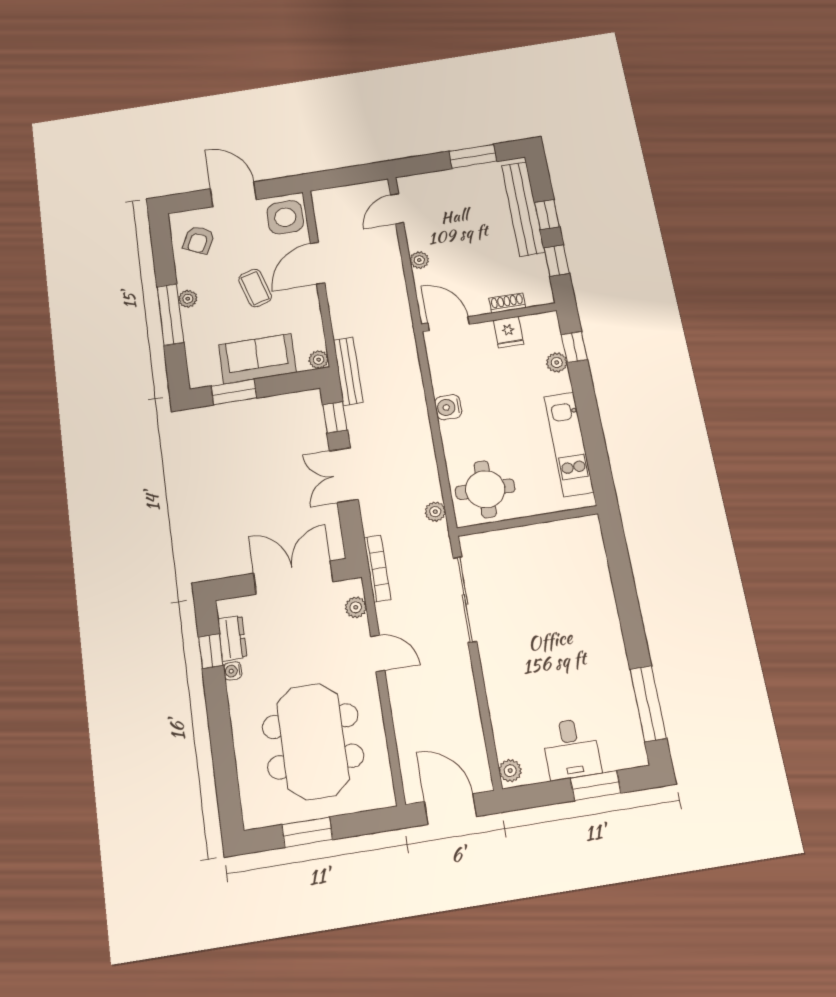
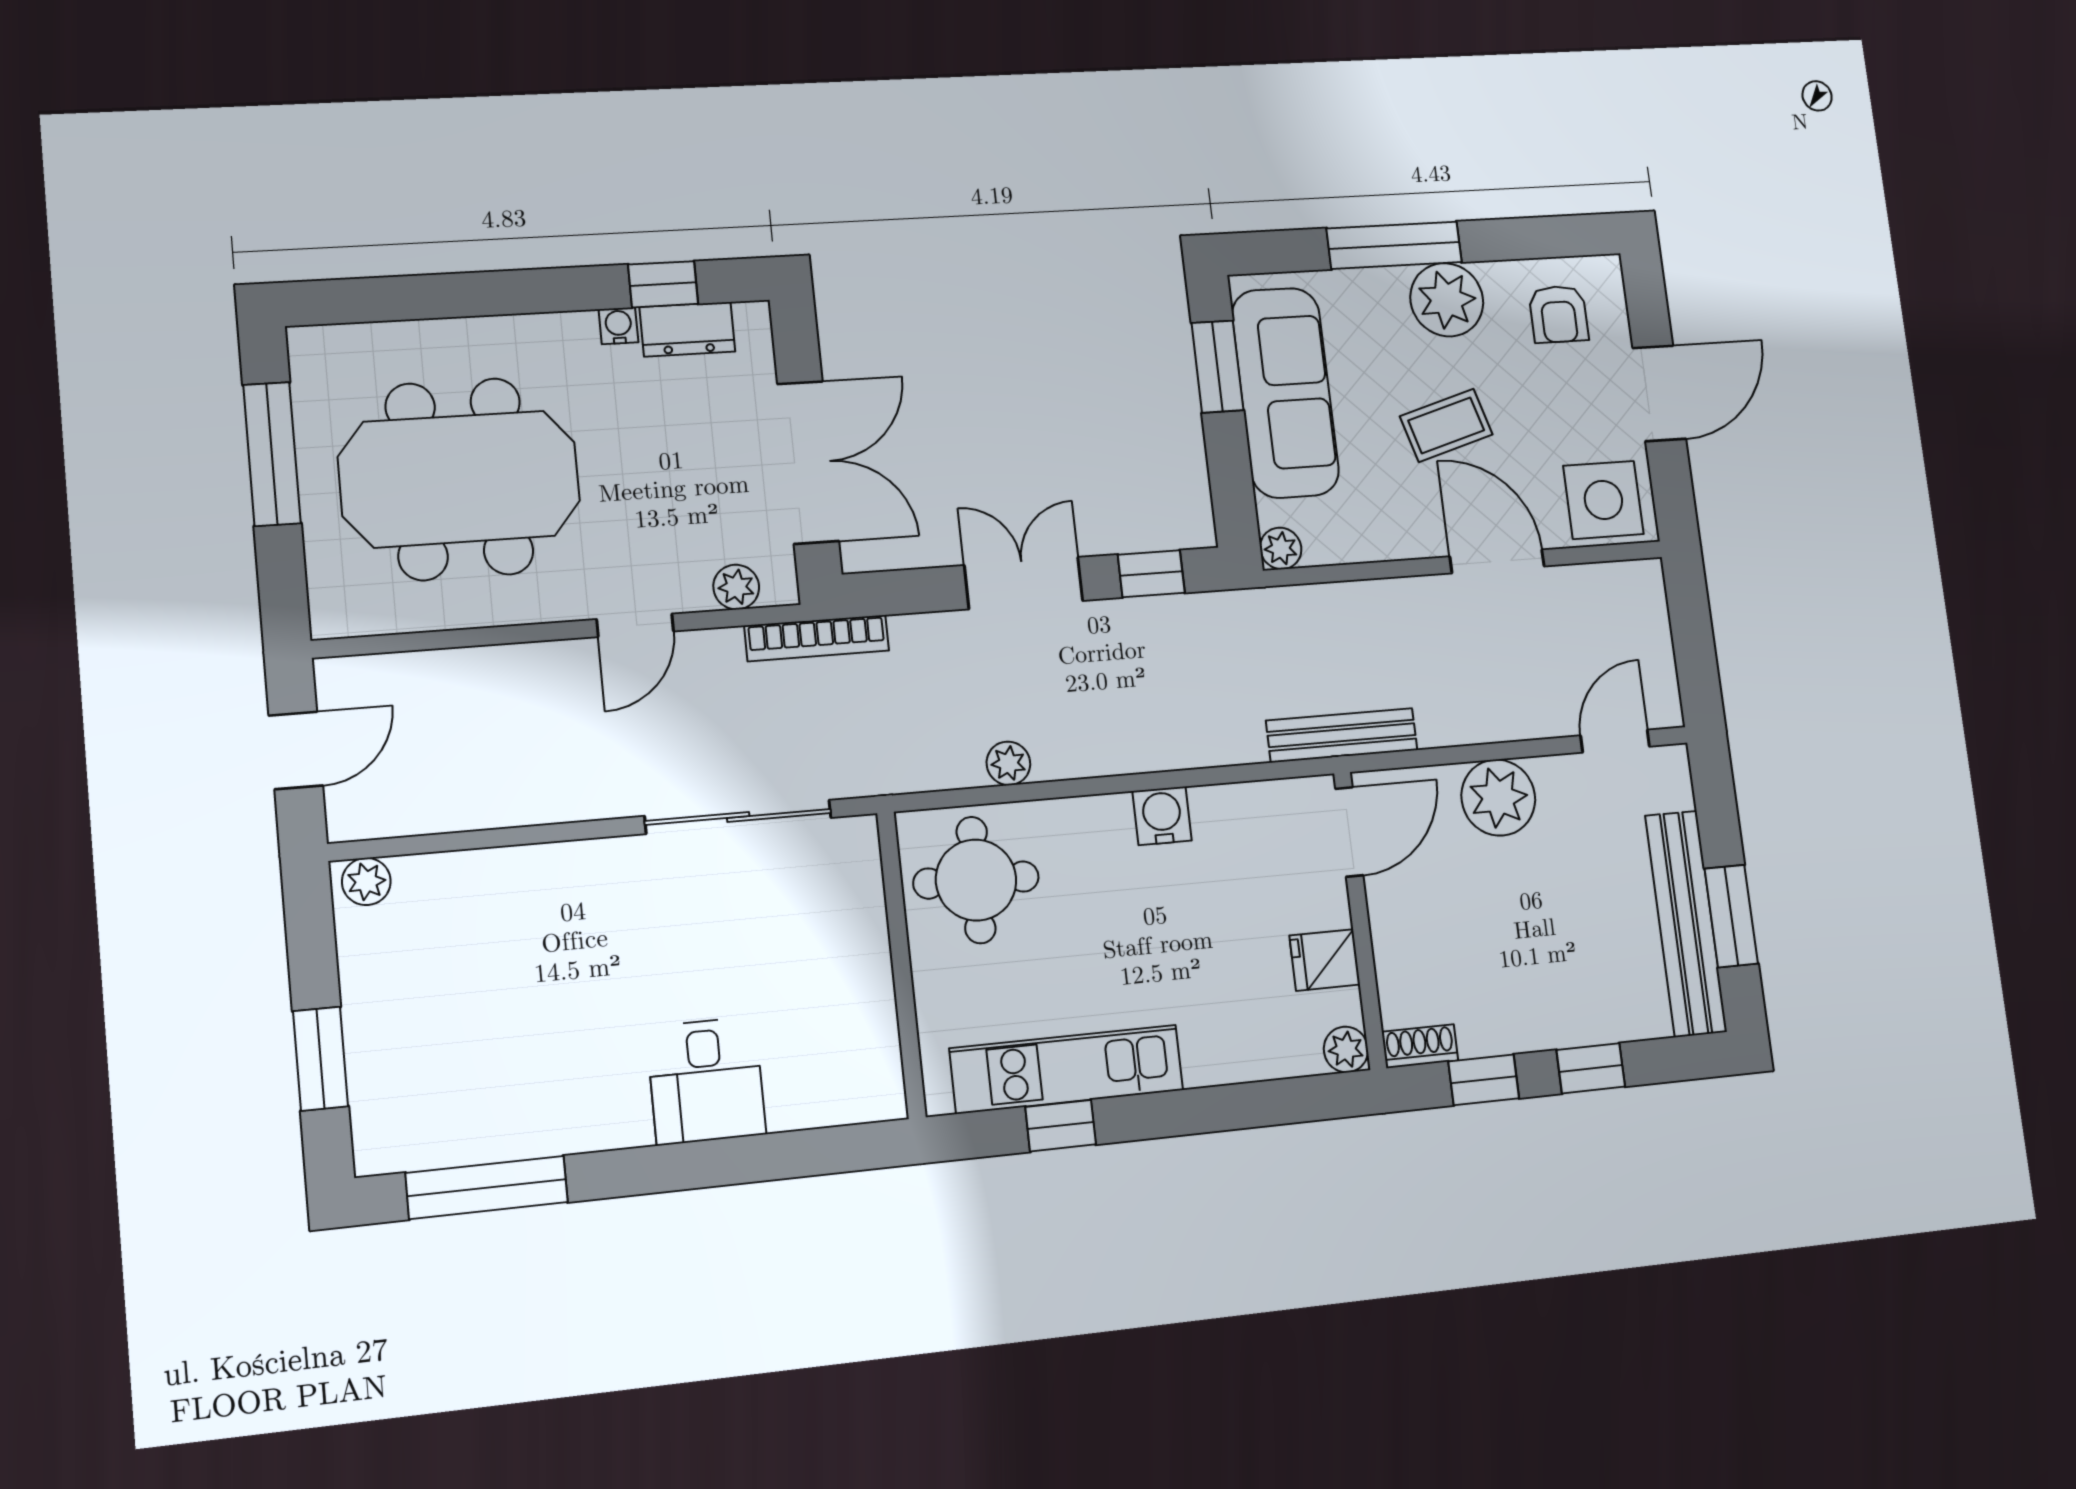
door: (397, 209) -> (1615, 741), hinge flipped
bench: (523, 209) -> (1686, 923), moved, turned 90
armchair: (199, 240) -> (1558, 314), turned -115
plant: (419, 260) -> (1498, 798), width x1.87, depth x1.87
plant: (188, 299) -> (1447, 300), width x1.87, depth x1.87
shoe rack: (507, 303) -> (1420, 1046), moved, turned -90
window: (574, 347) -> (1061, 1126), moved
sofa: (257, 359) -> (1285, 393), width x1.36
plant: (557, 362) -> (1346, 1049), moved
bench: (348, 371) -> (1342, 735), moved
plant: (435, 512) -> (1008, 763), moved
desk: (571, 749) -> (706, 1081), moved, turned -90
door: (450, 809) -> (296, 750), width x0.73
window: (307, 832) -> (272, 454), width x1.44

